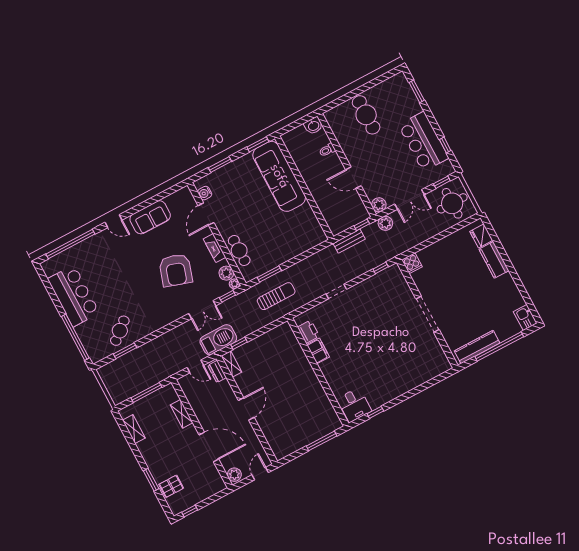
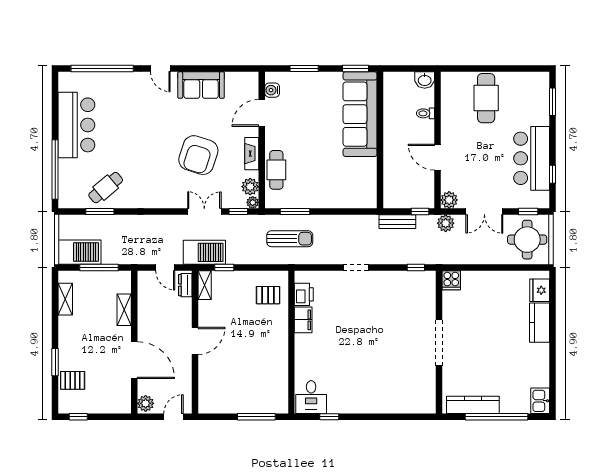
double door: (202, 310) -> (204, 212), swing flipped
pallet: (282, 346) -> (268, 295), added
barbecue: (126, 389) -> (80, 252), added

